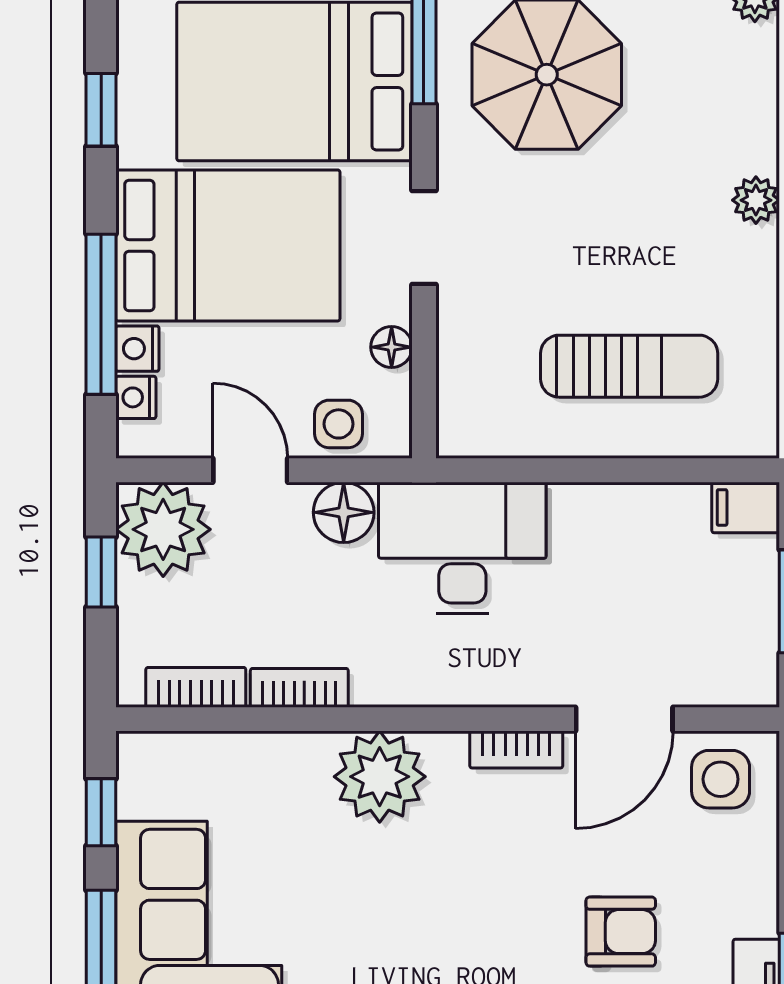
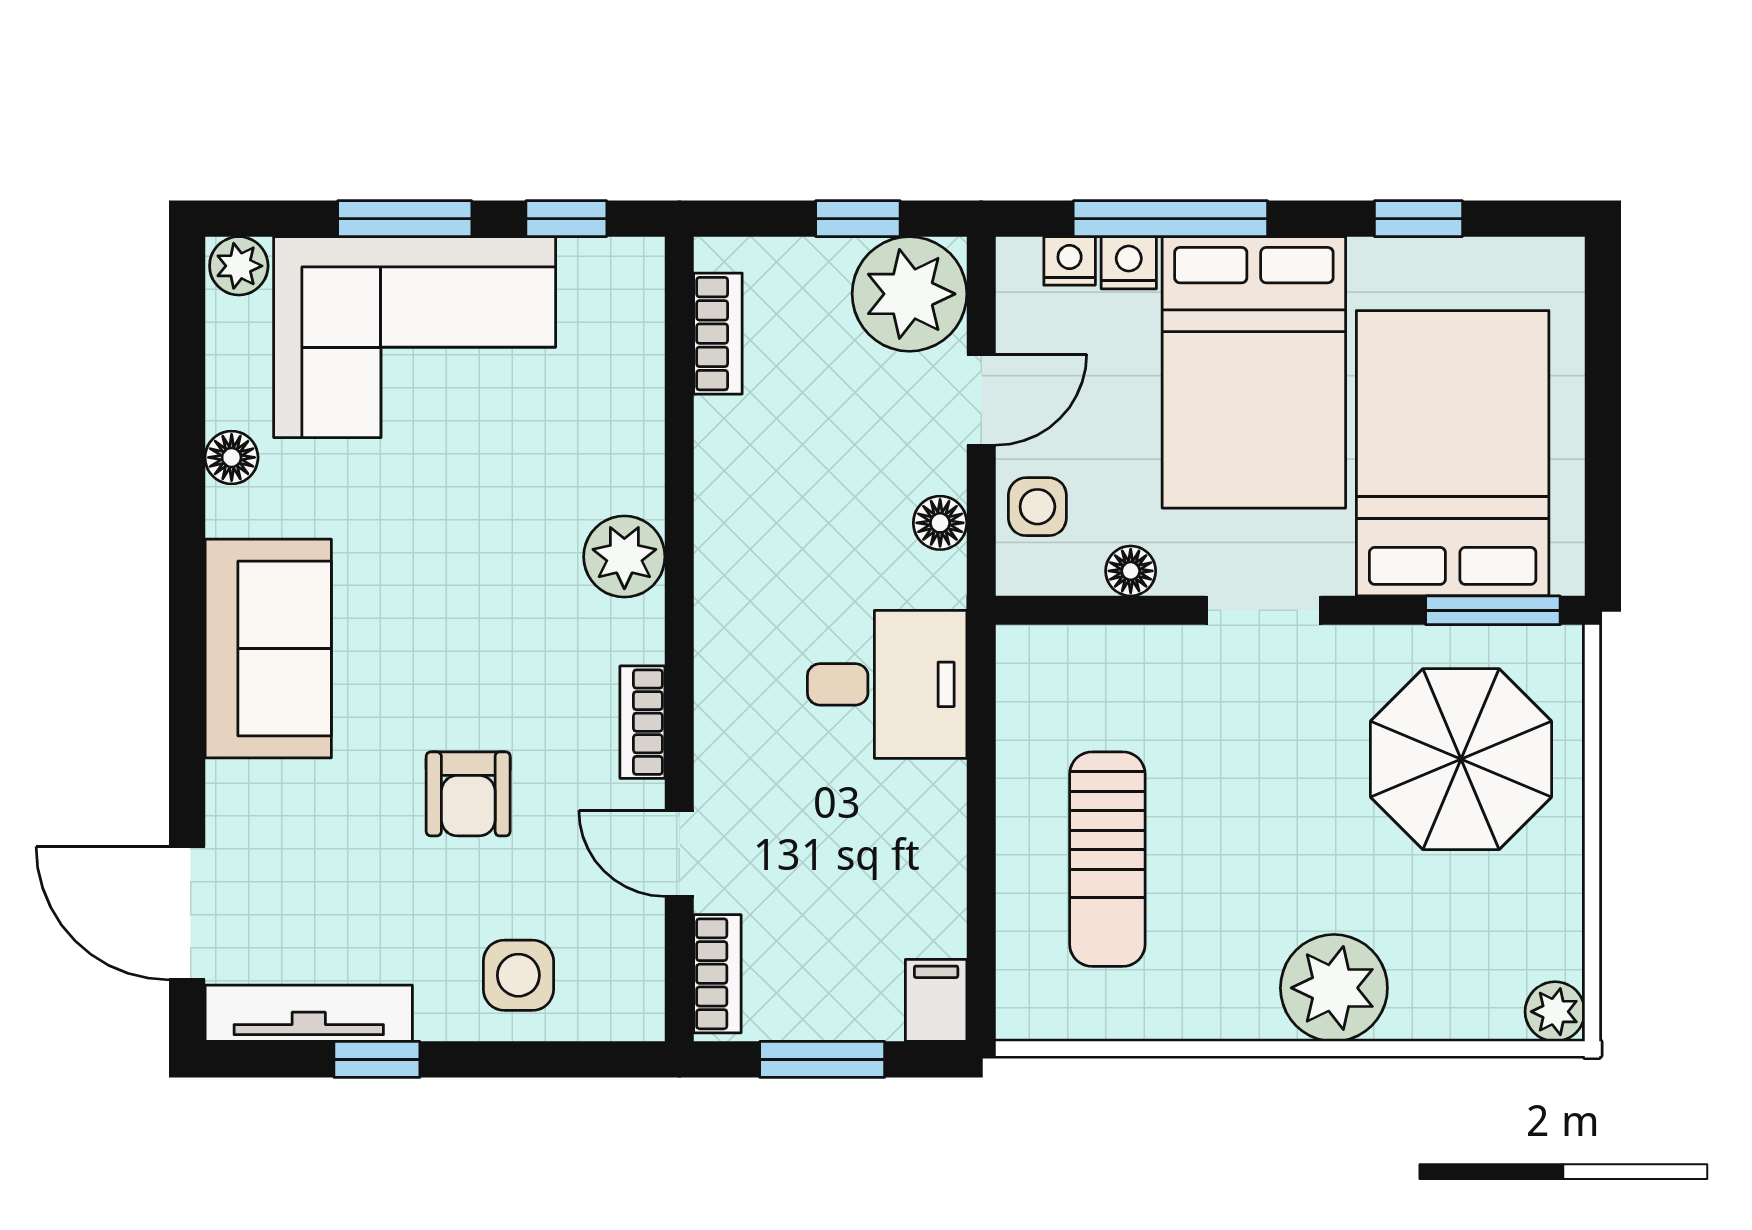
plant: (756, 200) -> (1334, 988), width x1.88, depth x1.88
floor lamp: (344, 512) -> (940, 523), width x0.73, depth x0.73
desk: (462, 548) -> (887, 684), width x0.73
bookcase: (299, 688) -> (717, 974), moved
door: (624, 719) -> (679, 853), width x0.73
plant: (380, 777) -> (624, 557), width x0.73, depth x0.73
side table: (721, 779) -> (518, 975), moved
armchair: (621, 932) -> (468, 794), moved

